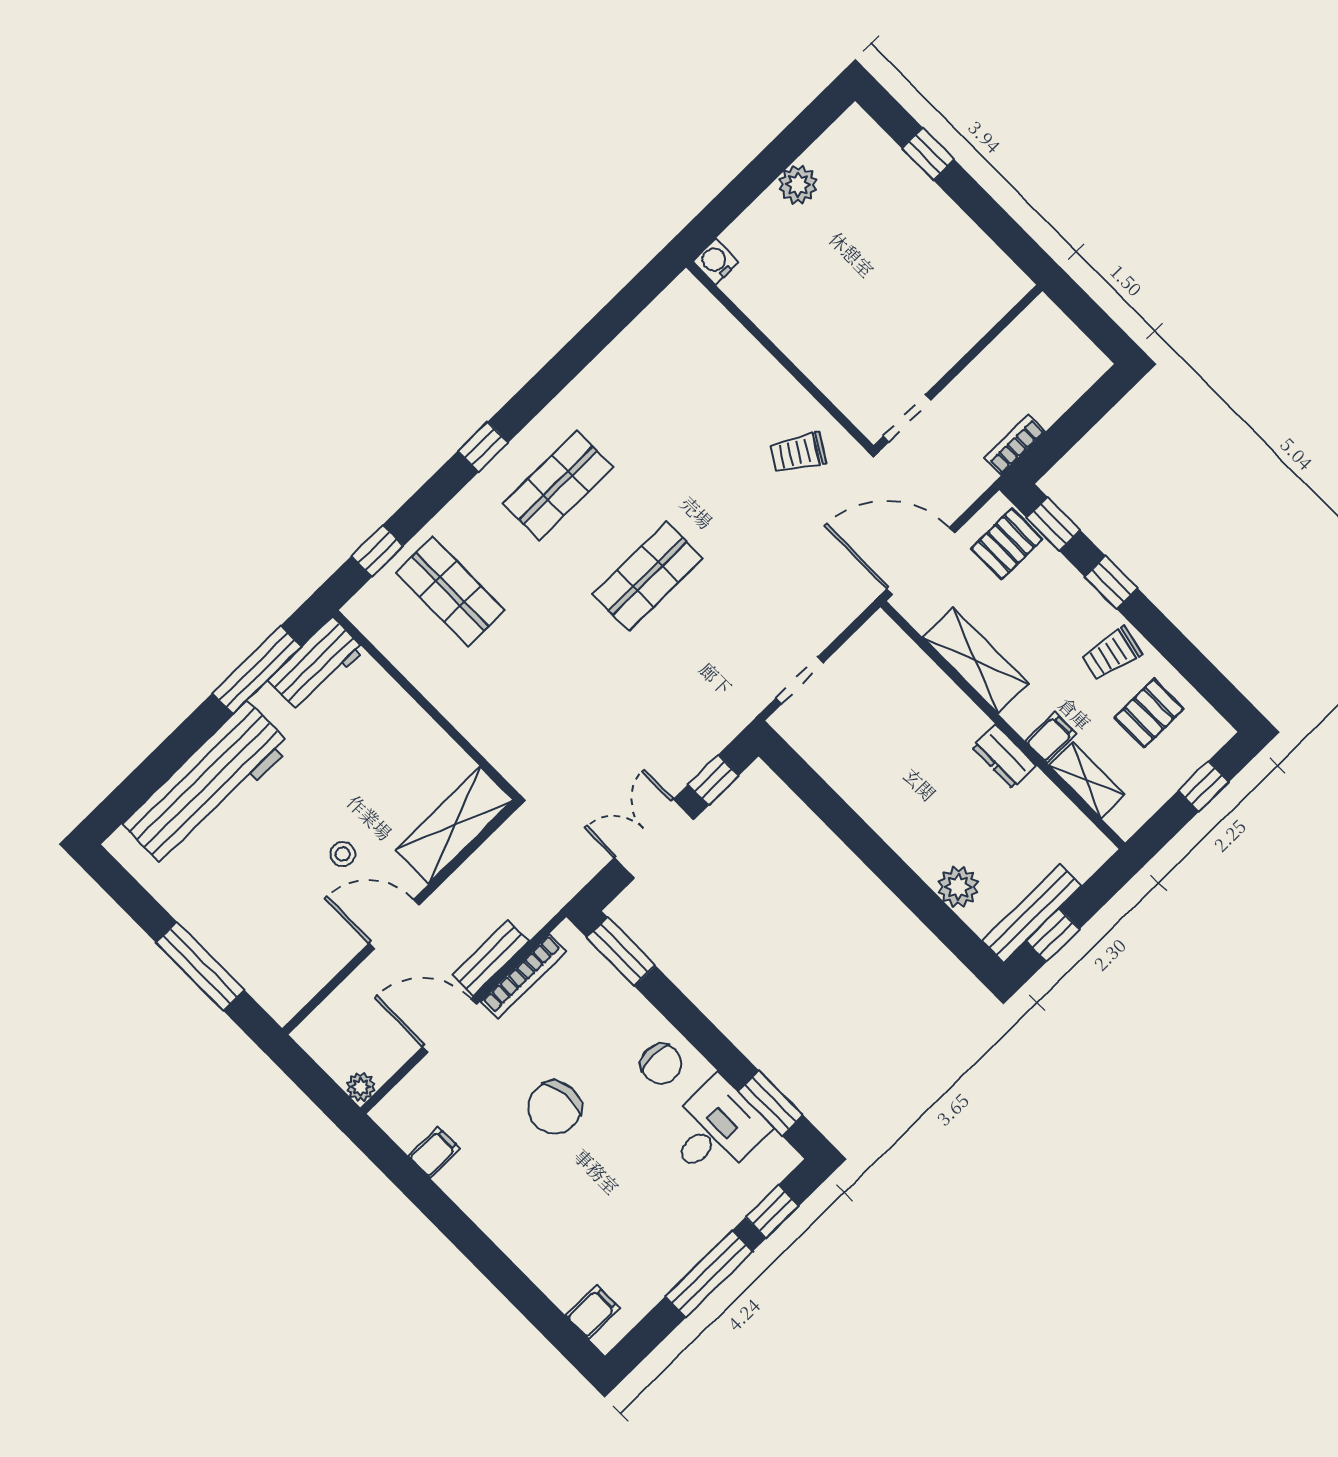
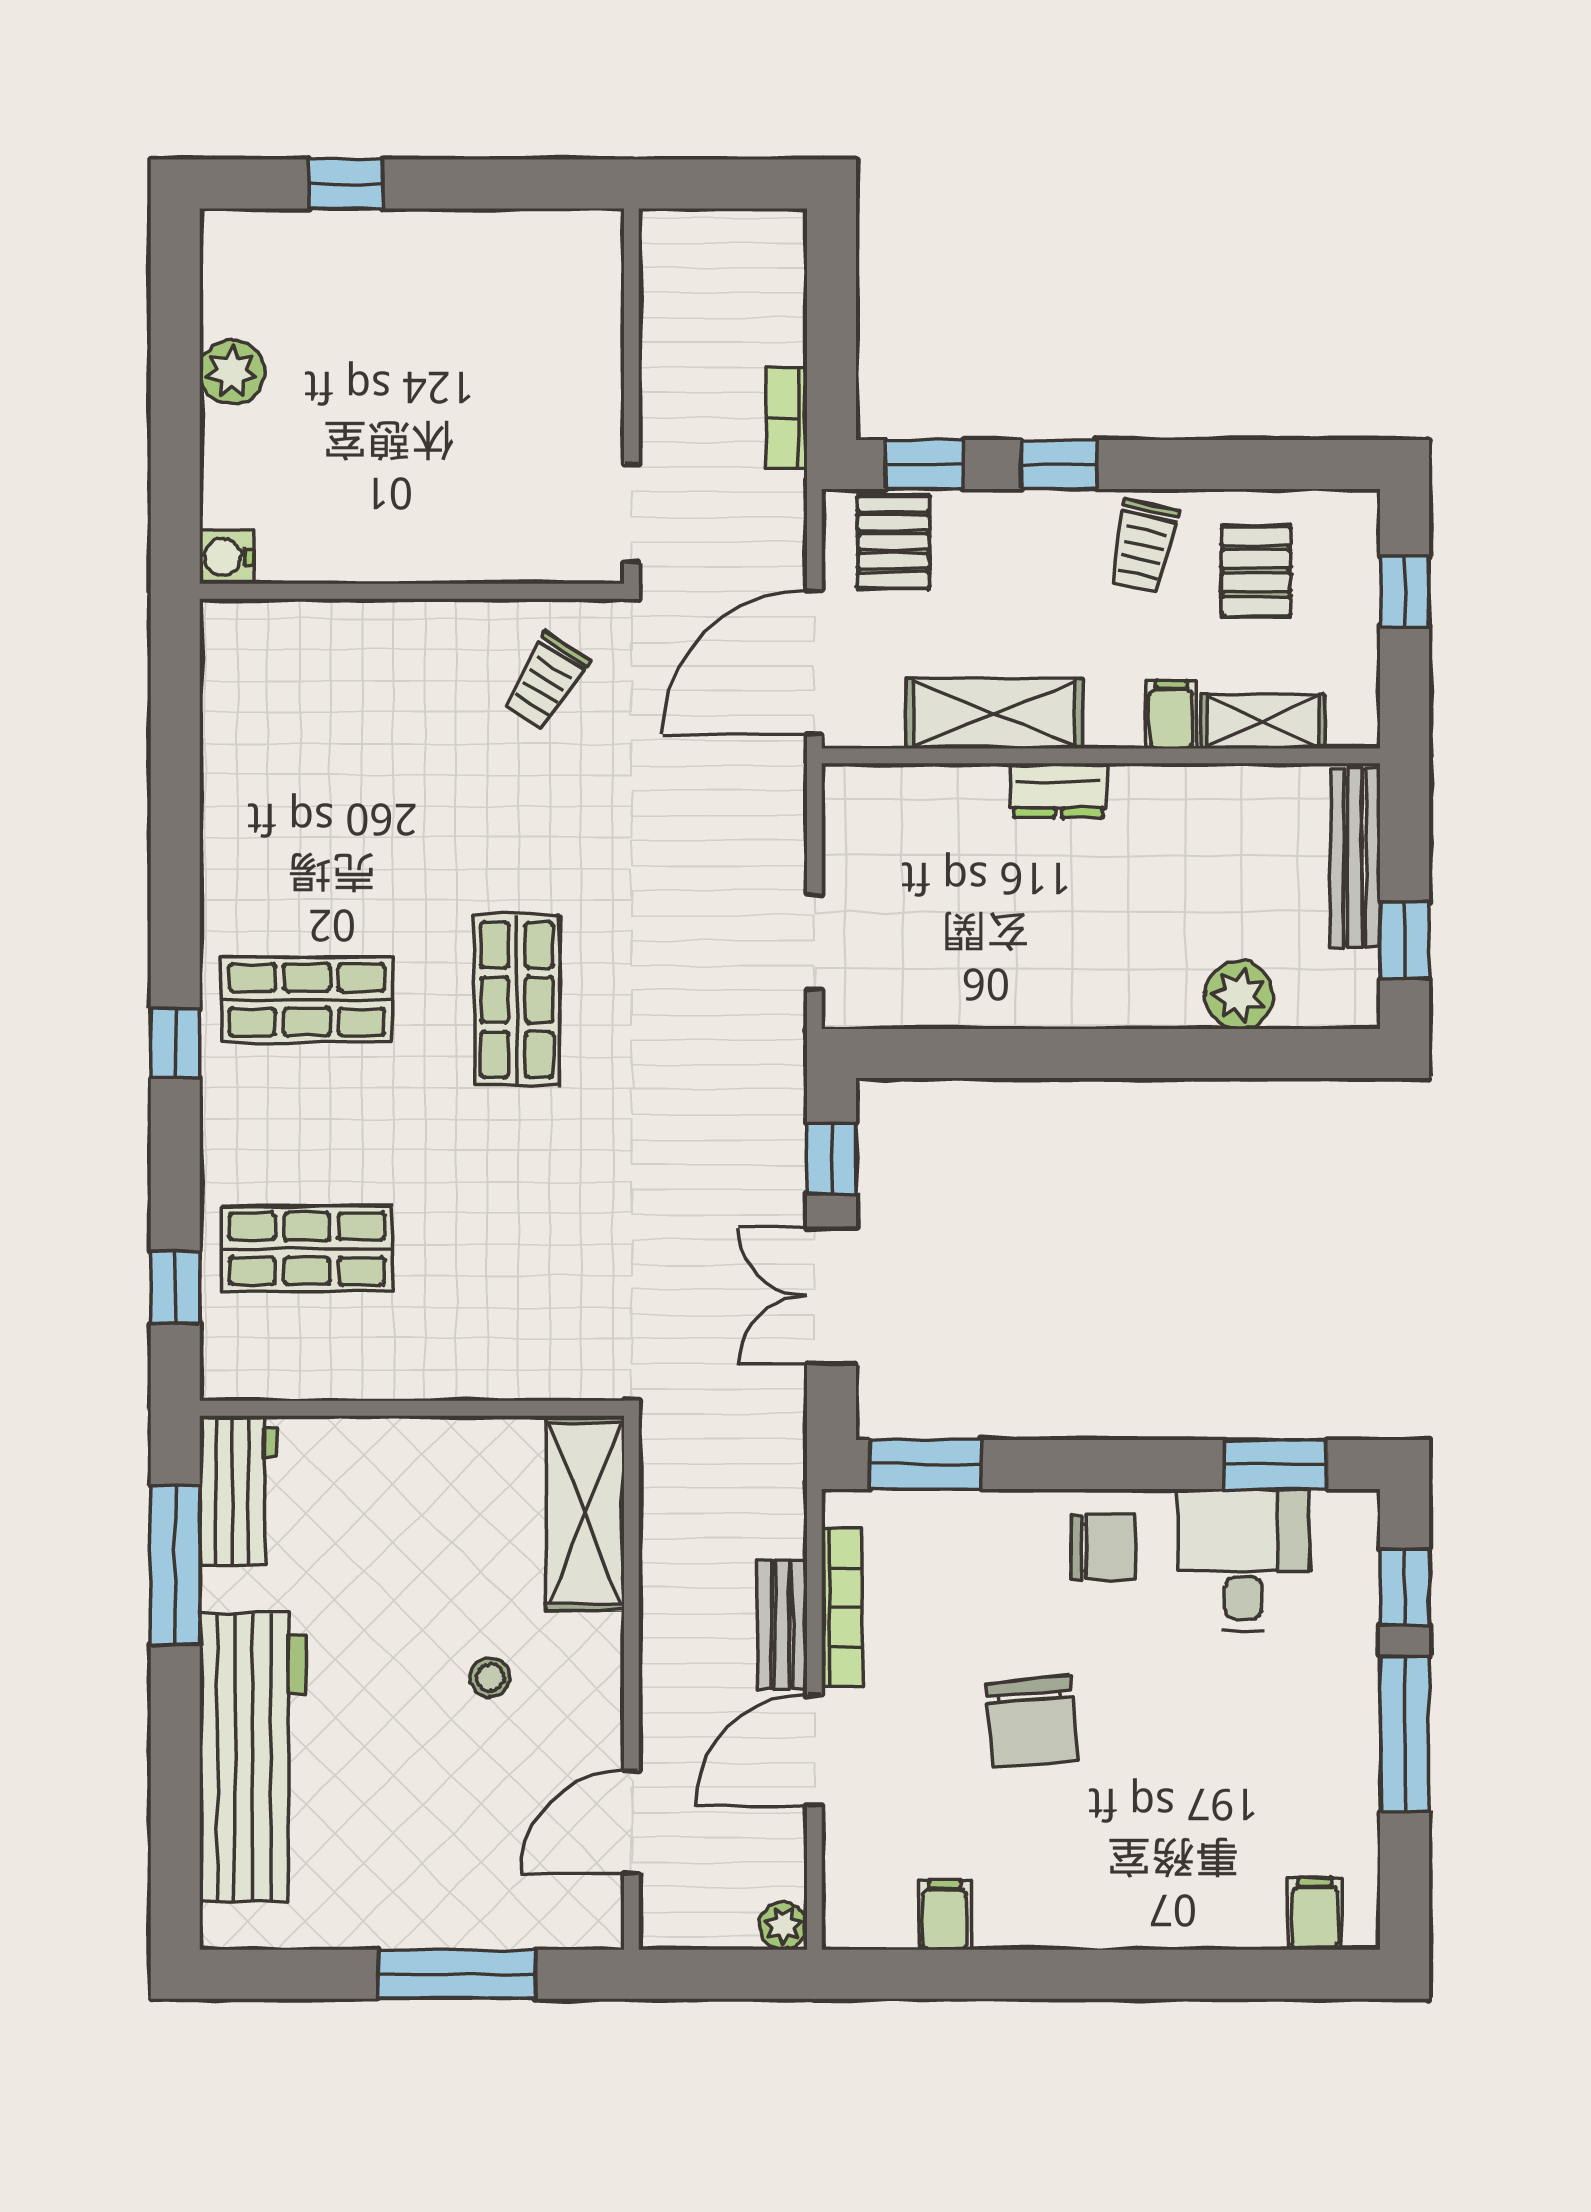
shop shelf: (558, 485) -> (307, 1000), turned 90
dresser: (1004, 756) -> (1058, 790), moved
bench: (1032, 913) -> (1355, 857), moved
door: (394, 924) -> (631, 1822), moved

